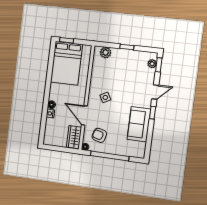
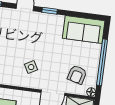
sofa: (139, 124) -> (84, 30), moved

